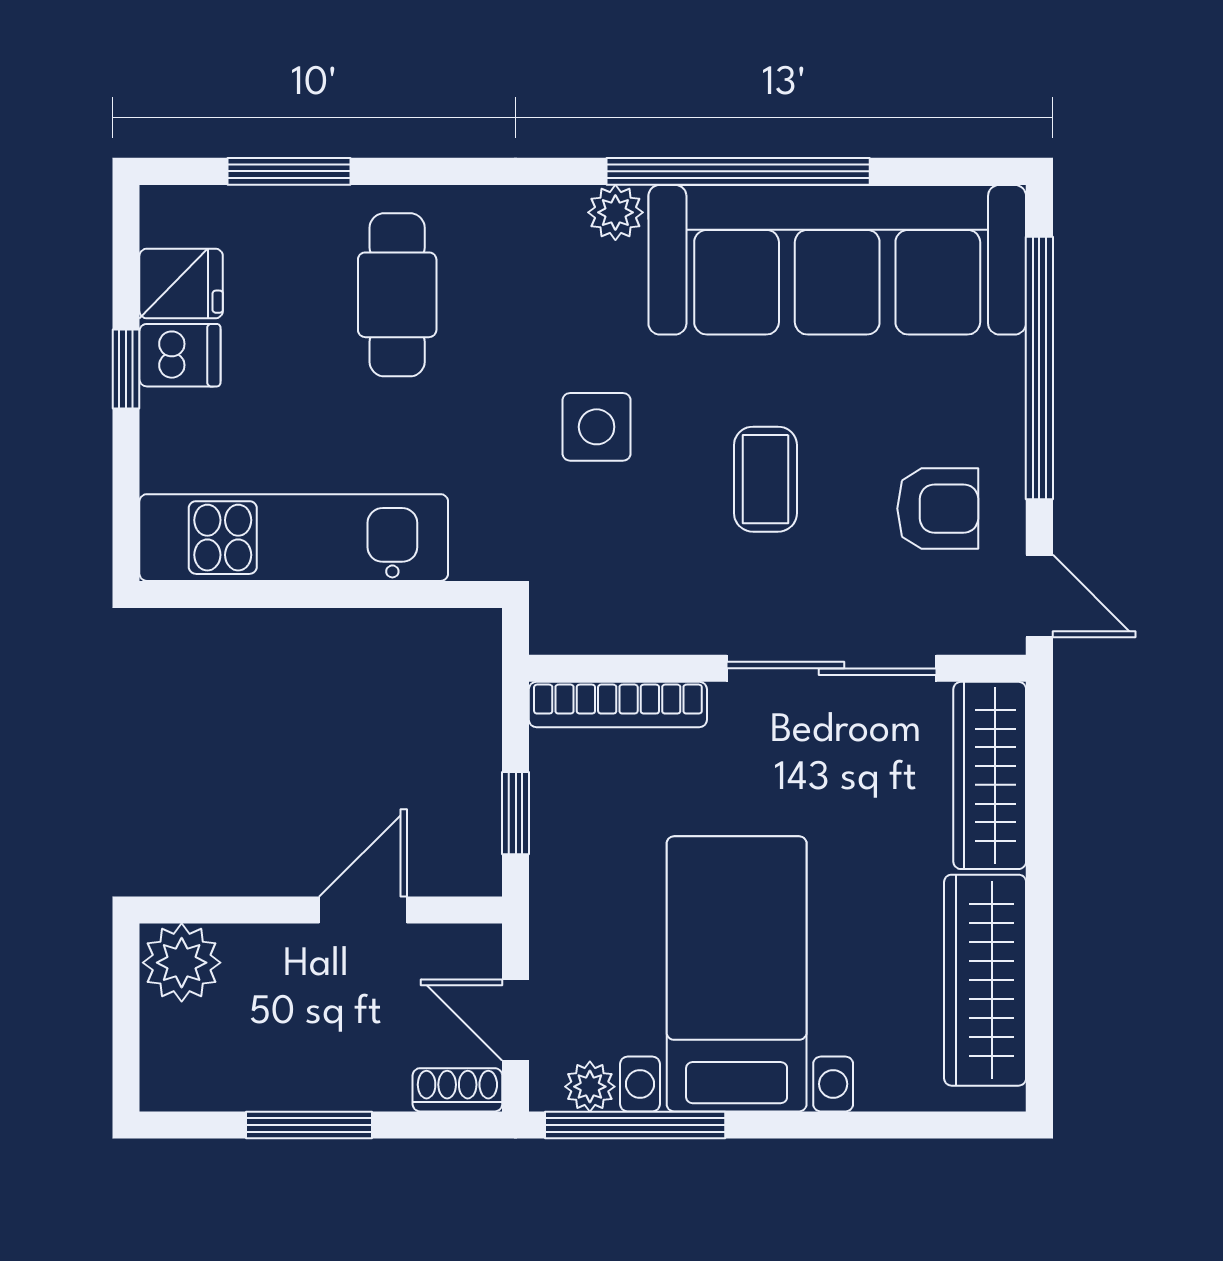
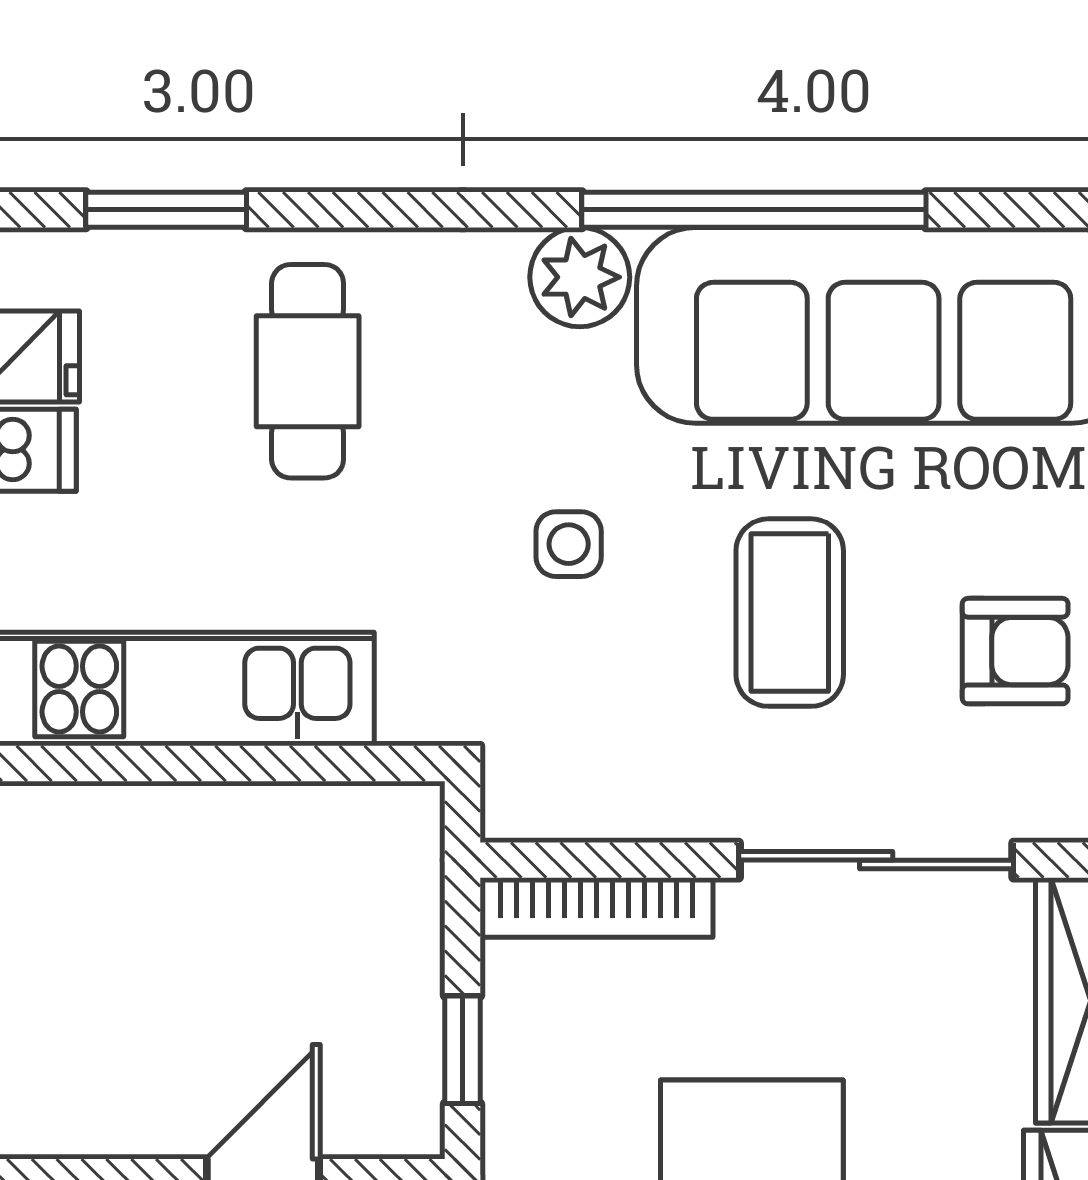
plant: (615, 212) -> (580, 277), width x1.38, depth x1.38
side table: (597, 427) -> (569, 544), width x0.73, depth x0.73
coffee table: (765, 479) -> (790, 613), width x1.36, depth x1.30

